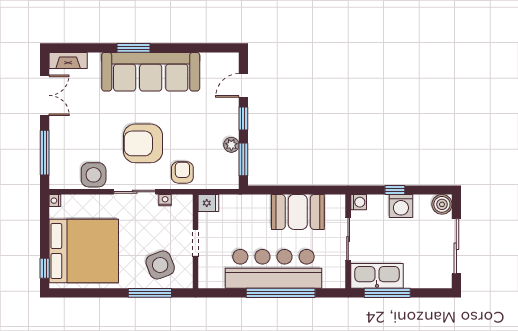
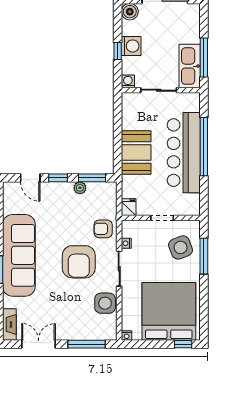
booth: (298, 212) -> (136, 152), moved

